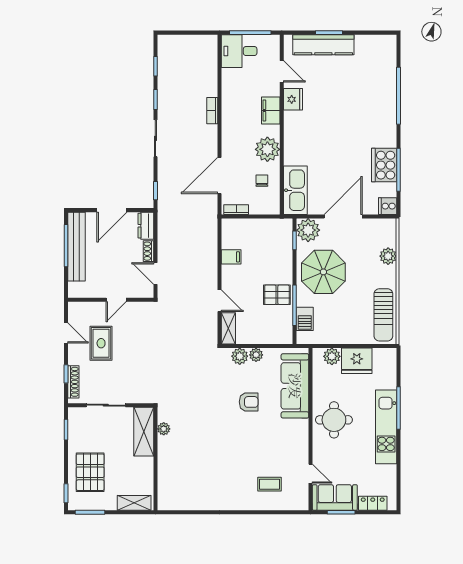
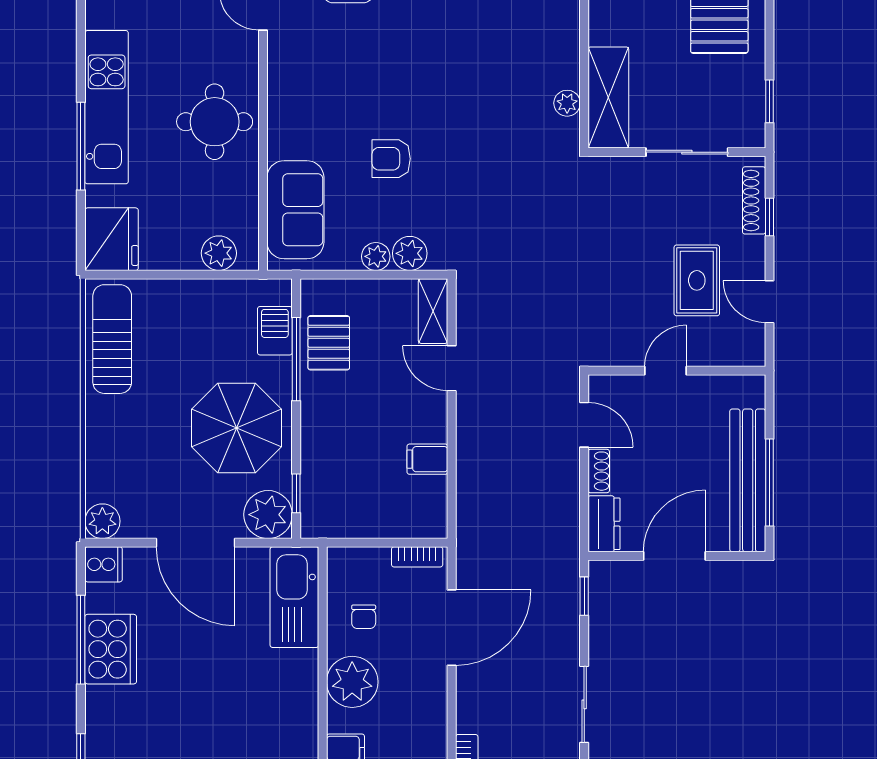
door: (343, 217) -> (195, 543), hinge flipped
plant: (388, 256) -> (102, 521), moved
pallet: (277, 295) -> (329, 343), moved, turned 90
fridge: (357, 361) -> (112, 239), moved, turned 90
sofa: (295, 386) -> (295, 210), width x0.73

